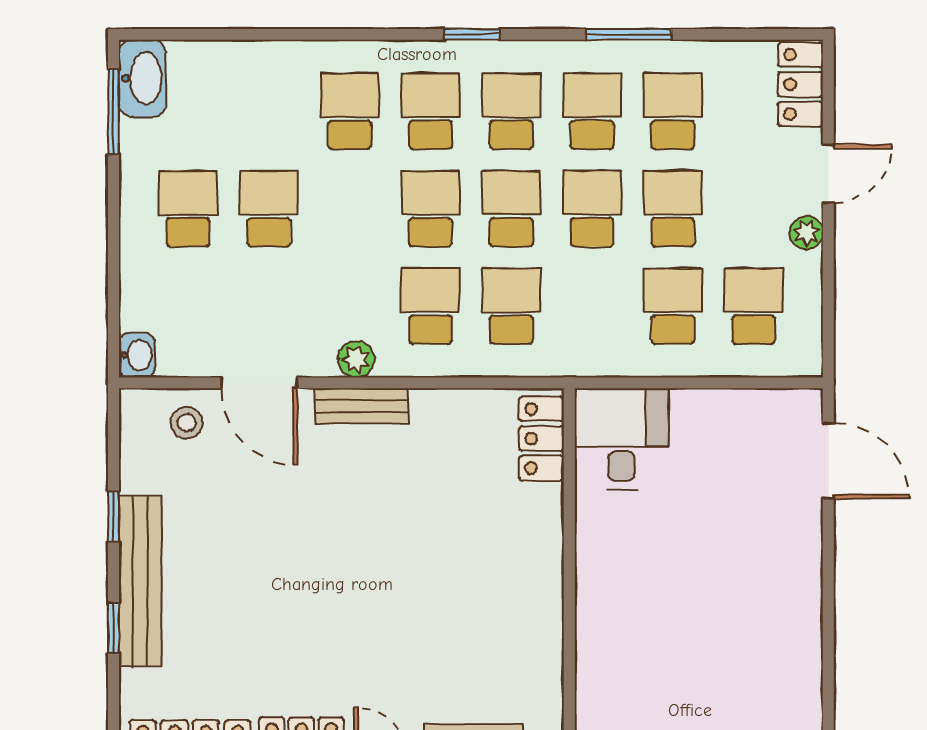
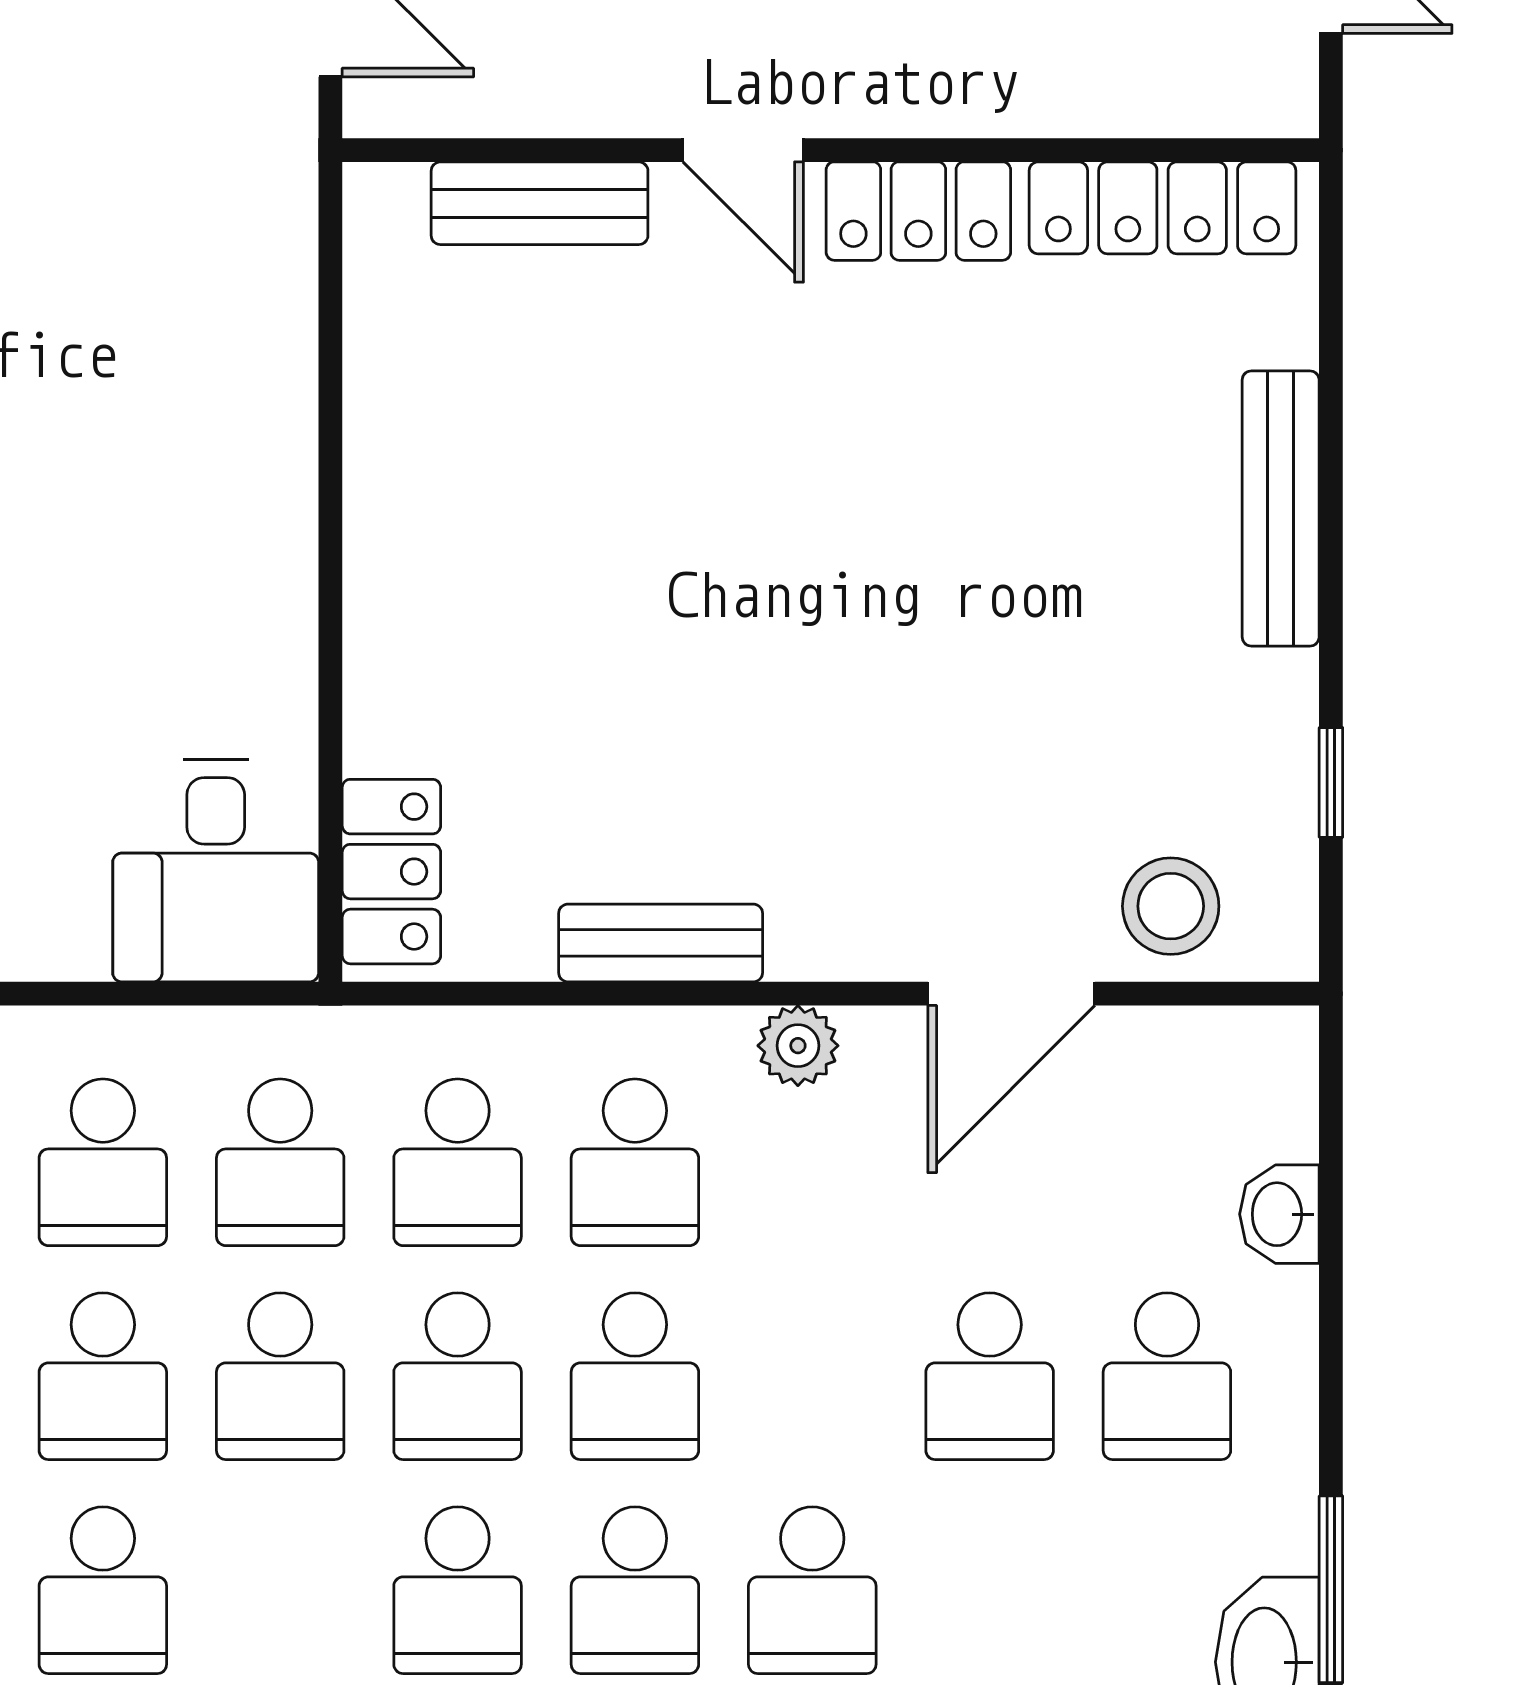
school desk: (592, 111) -> (280, 1162), moved
washbasin: (137, 355) -> (1279, 1214), moved
door: (259, 383) -> (1011, 994), swing flipped
bench: (361, 406) -> (661, 943), moved
stool: (186, 423) -> (1171, 906), width x1.37, depth x1.37
window: (113, 517) -> (1331, 782), moved
bench: (140, 581) -> (1281, 508), width x0.73, depth x0.82
window: (113, 628) -> (1331, 456), removed

